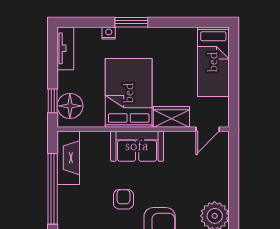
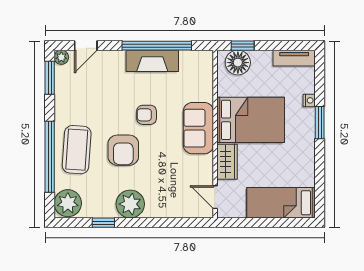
fireplace: (68, 158) -> (152, 61), moved
armchair: (123, 199) -> (147, 115), turned 180

